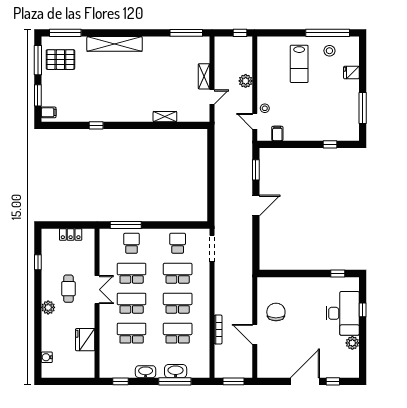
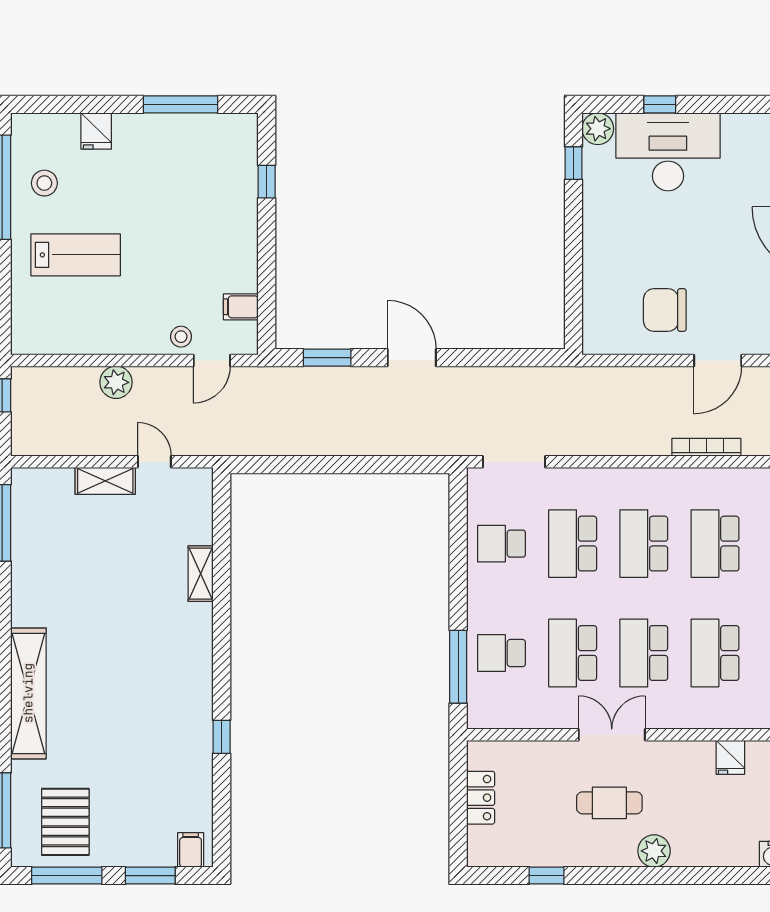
fridge: (85, 340) -> (730, 757), width x0.53, depth x0.75
plant: (352, 343) -> (598, 129), moved

